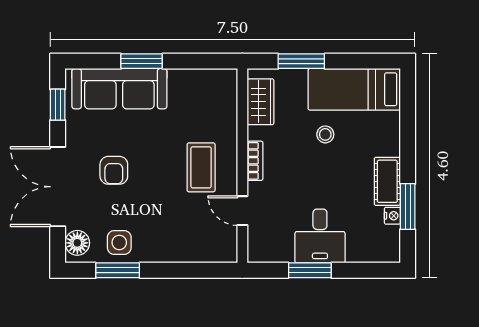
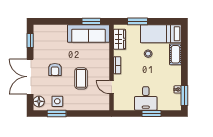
window: (142, 61) -> (91, 21), moved
sofa: (119, 89) -> (88, 33), moved
coffee table: (201, 167) -> (81, 78), moved
cot: (387, 181) -> (175, 54), moved
window: (408, 207) -> (184, 96), moved
window: (310, 270) -> (152, 113), moved

